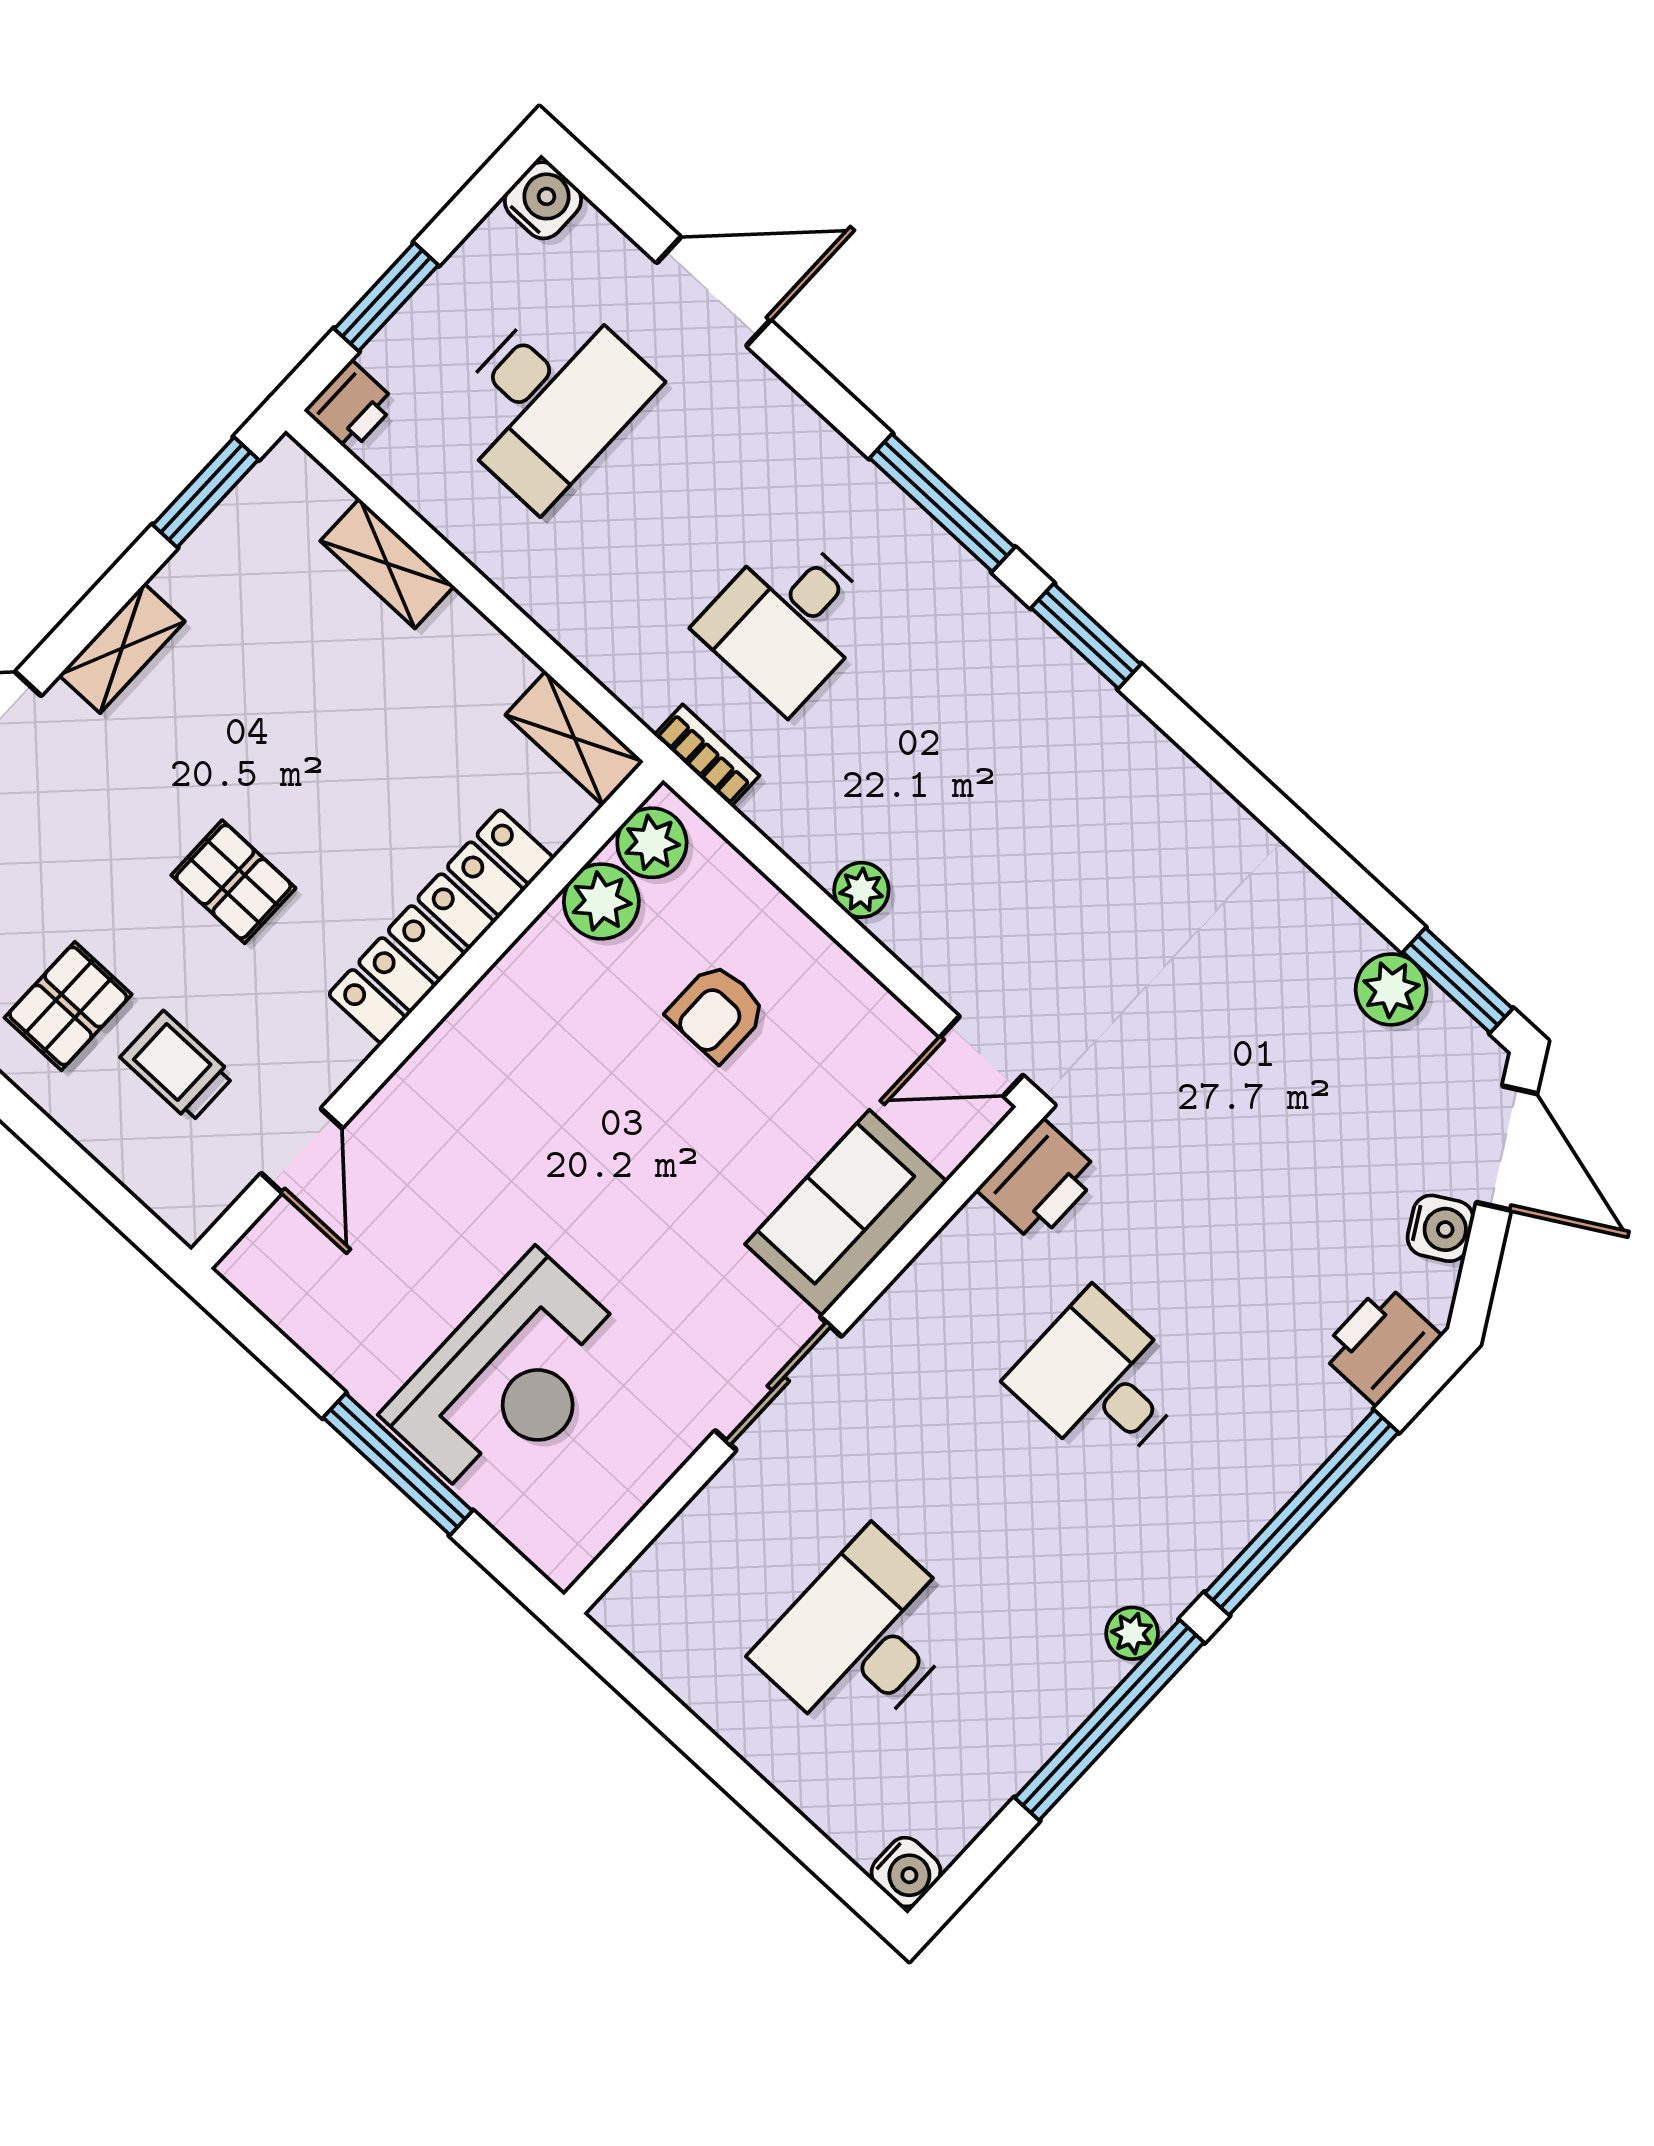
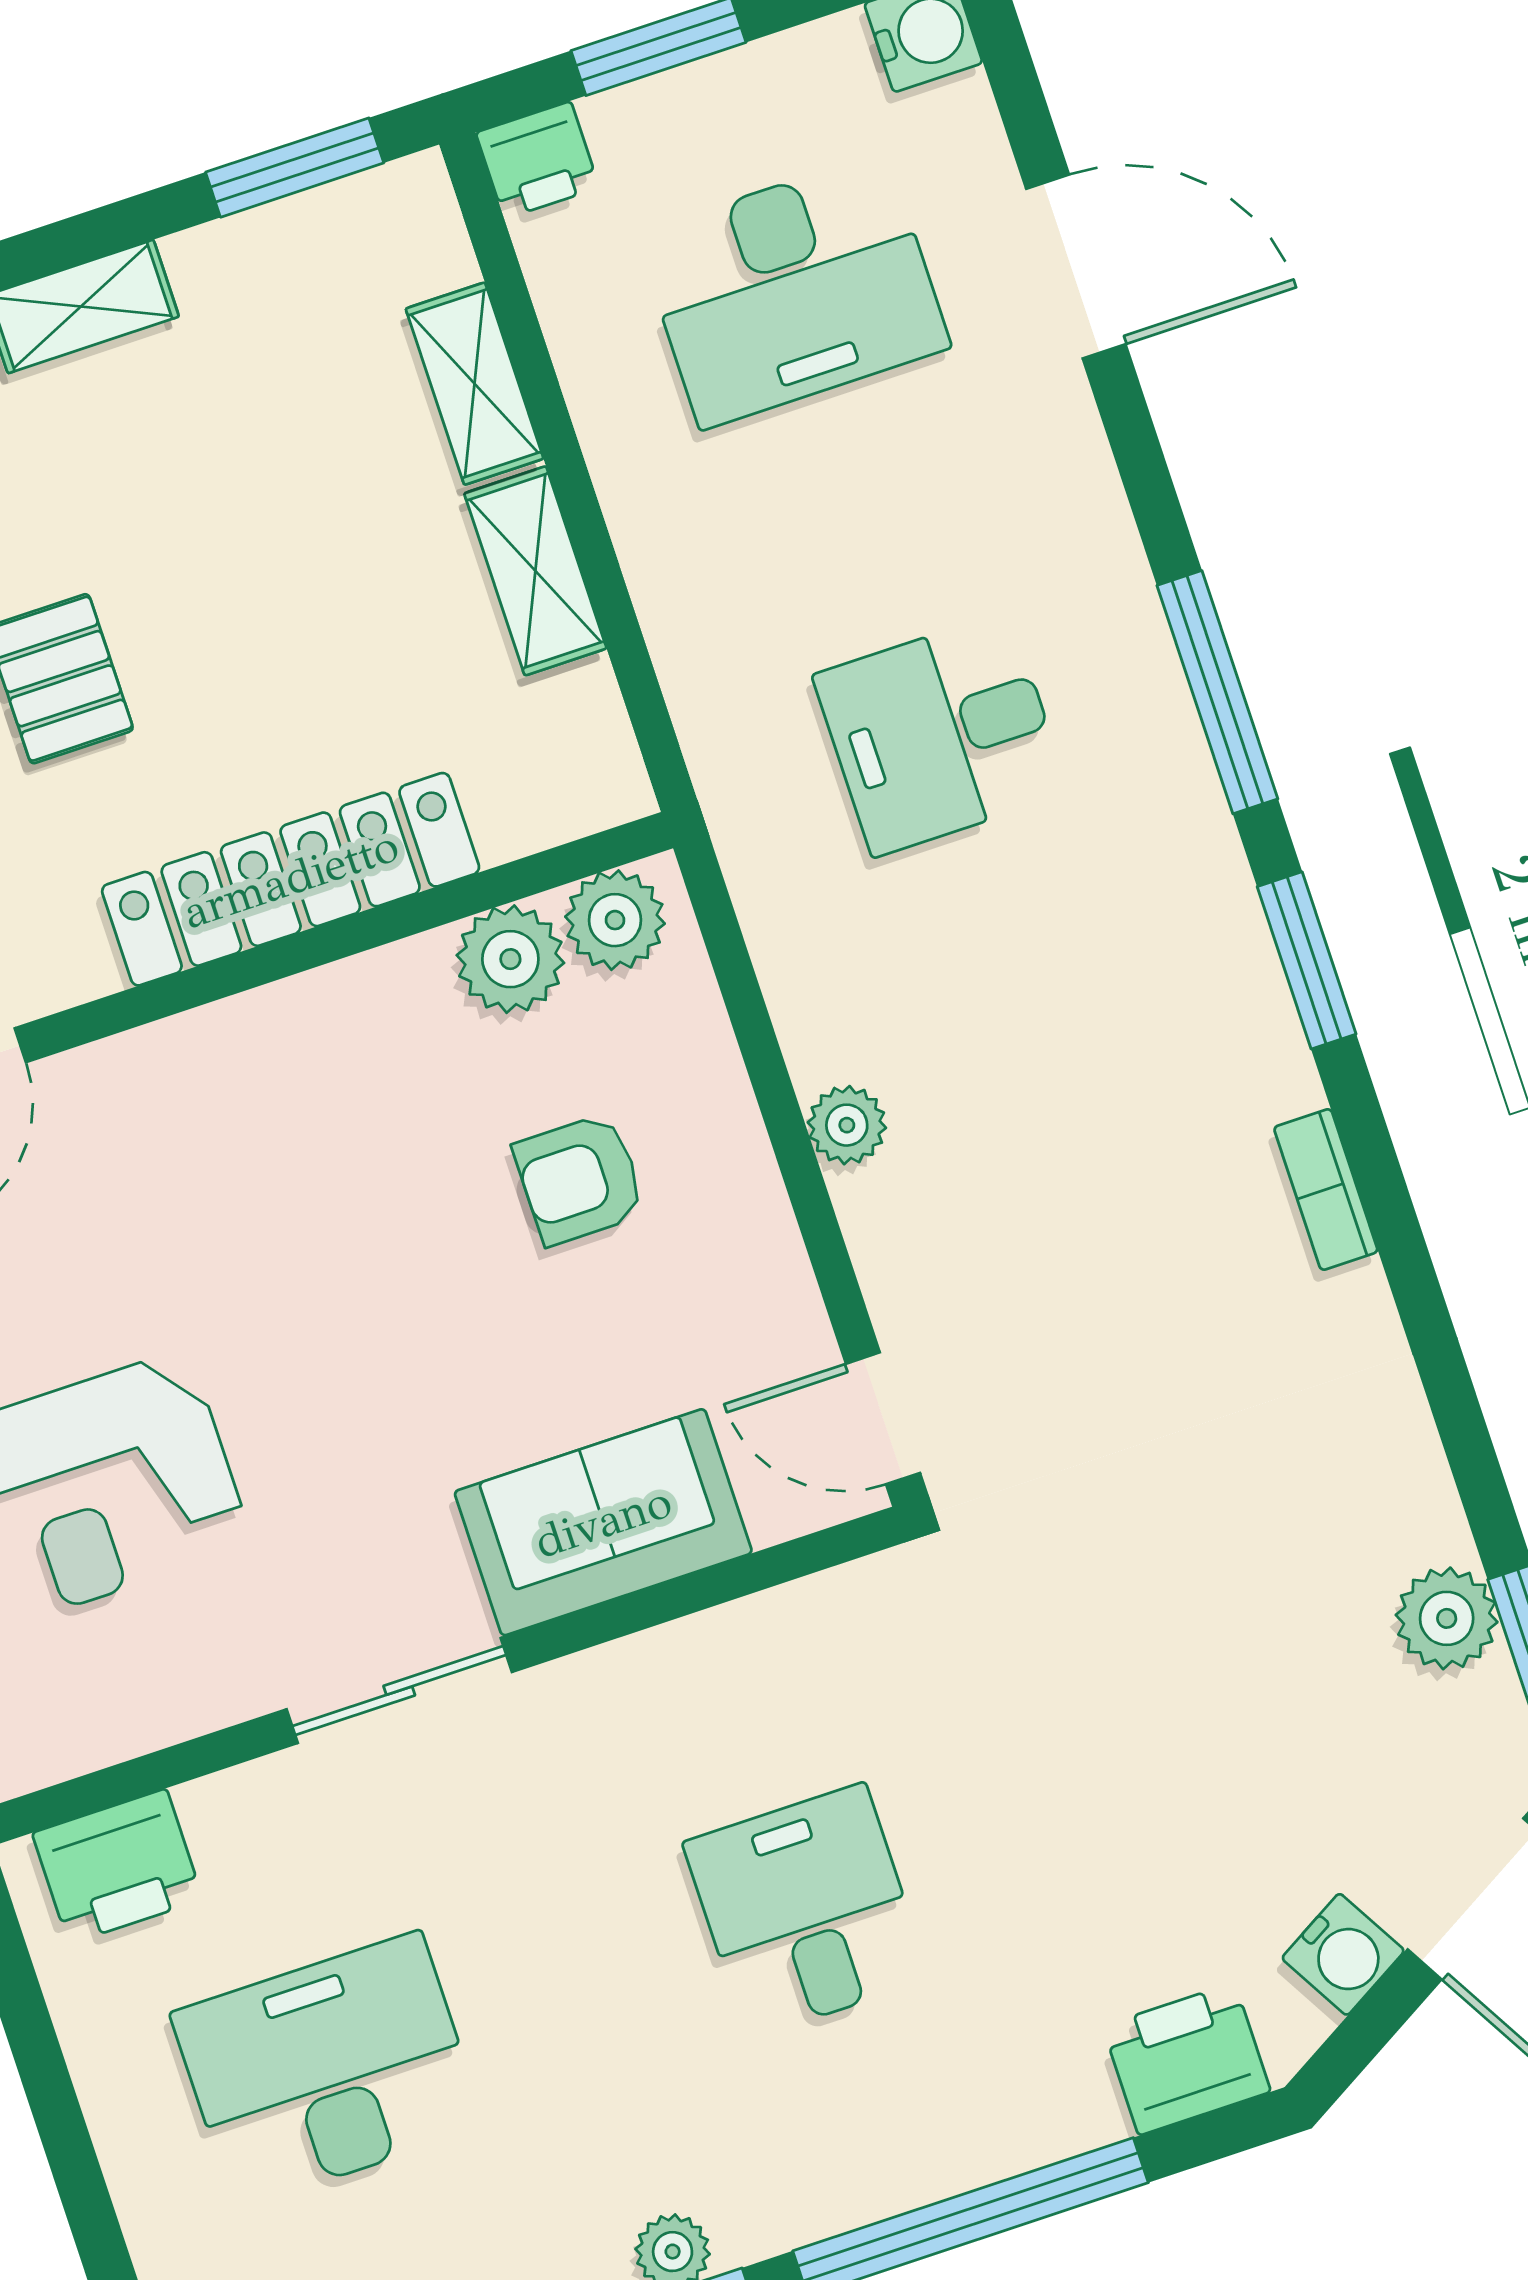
shelving: (574, 738) -> (535, 571), moved
bookcase: (707, 755) -> (1326, 1189), moved, turned 180
printer: (1039, 1181) -> (118, 1866), moved

